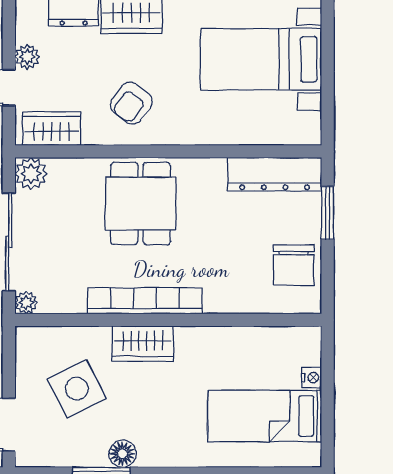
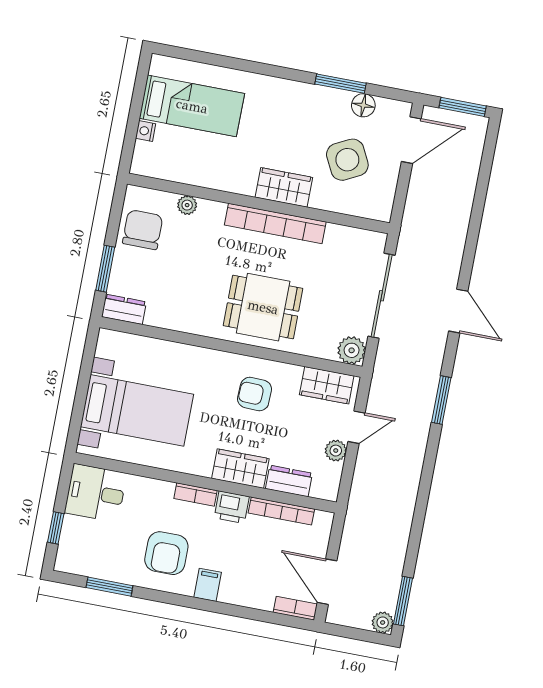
armchair: (131, 103) -> (255, 394), turned -125
dresser: (275, 174) -> (124, 309), width x0.51, depth x0.80
dining table: (141, 204) -> (263, 307), turned 90
plant: (26, 303) -> (187, 205), moved
floor lamp: (123, 454) -> (363, 105), moved

